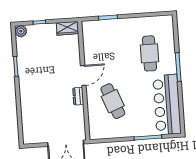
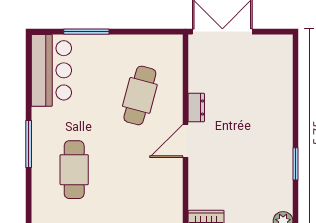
cafe table: (113, 101) -> (140, 95), turned 36
bar counter: (167, 105) -> (51, 70), width x0.73

